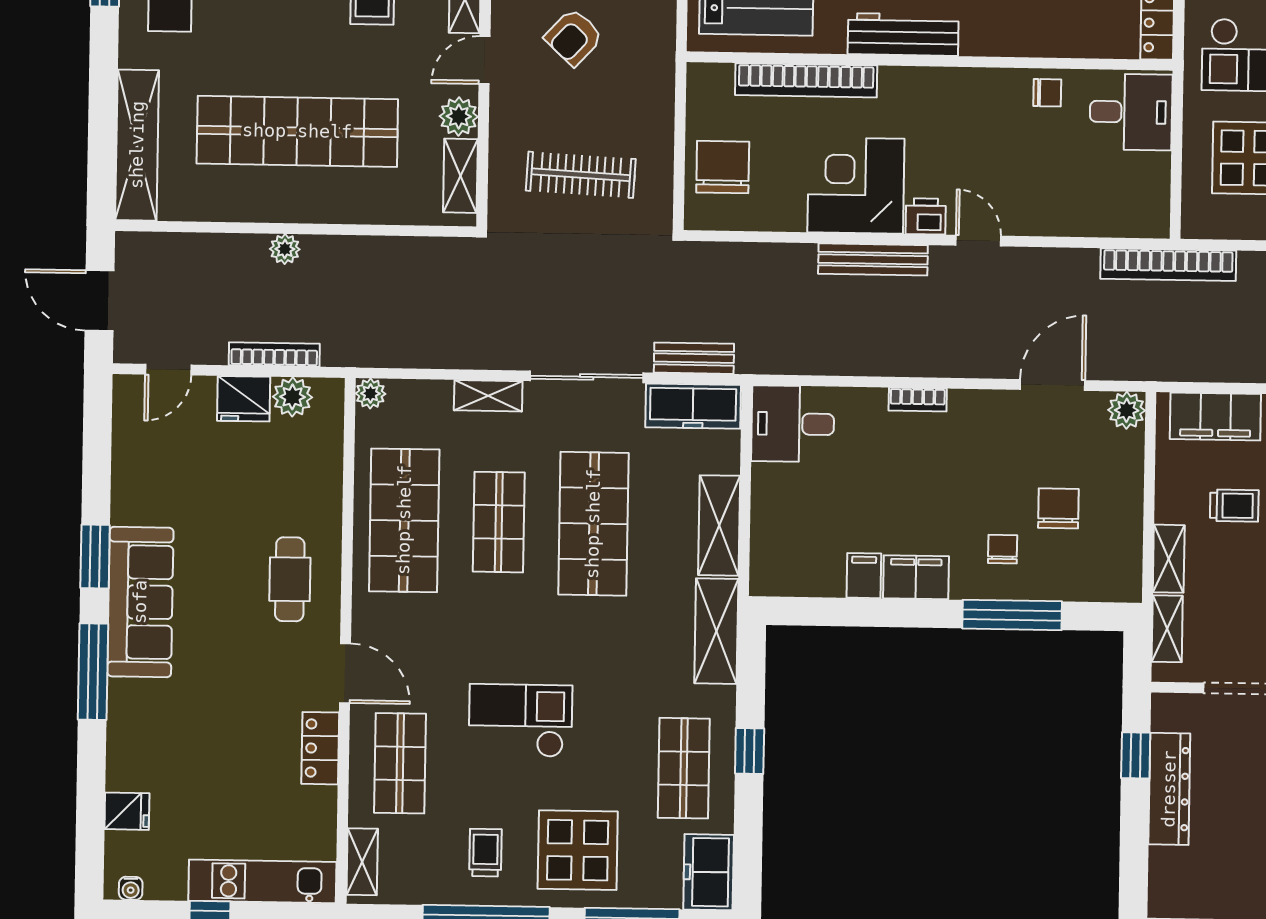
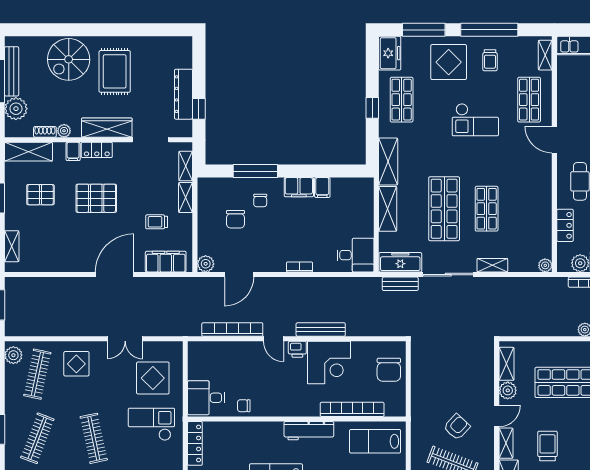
clothes rail: (581, 175) -> (452, 365), removed
bookcase: (1168, 265) -> (232, 329), moved
shop shelf: (404, 520) -> (529, 209), removed
locker: (320, 748) -> (565, 225), moved

